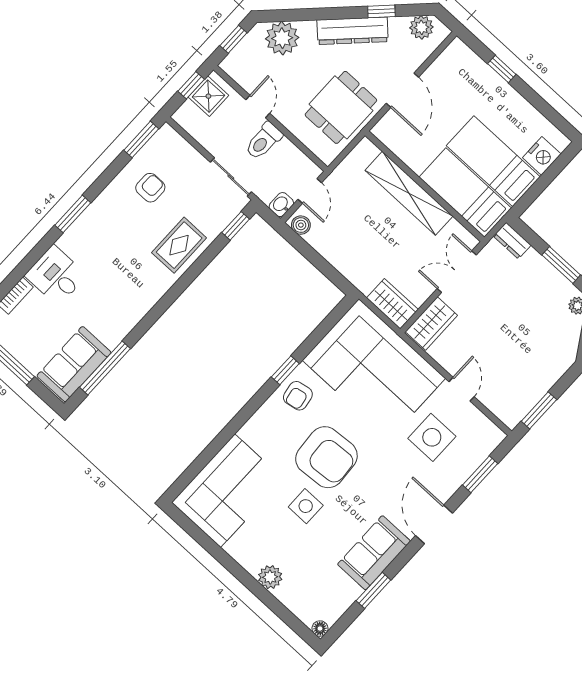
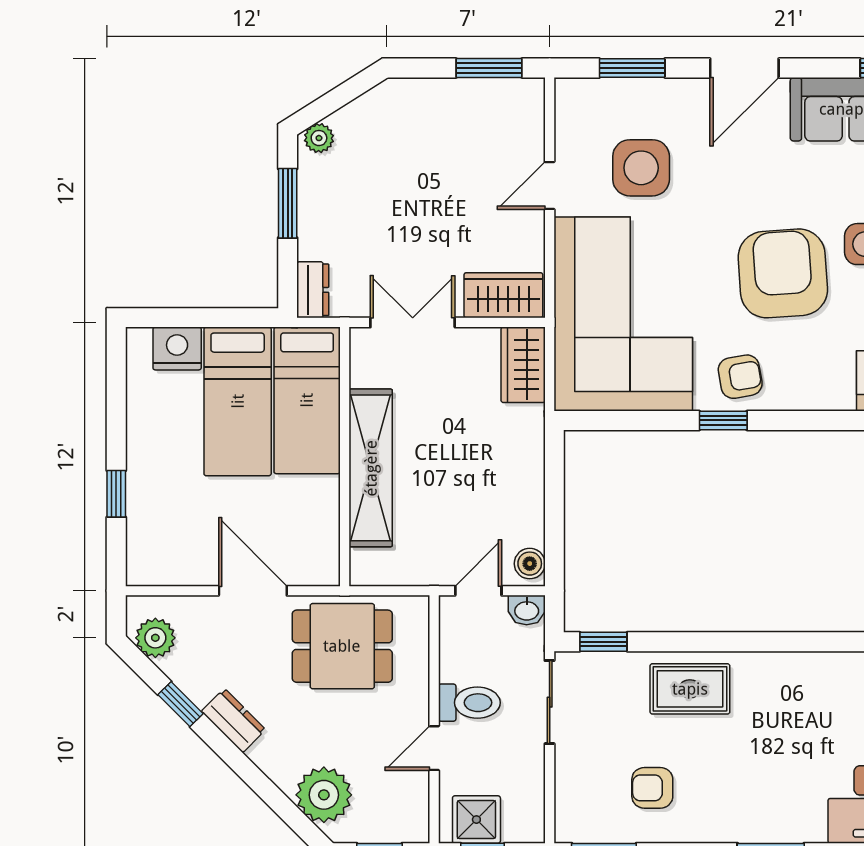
dresser: (353, 31) -> (233, 720), width x0.51, depth x0.80
door: (402, 90) -> (253, 591), hinge flipped
double door: (457, 272) -> (413, 322), swing flipped

